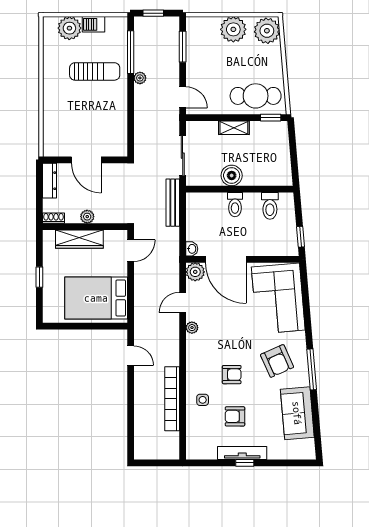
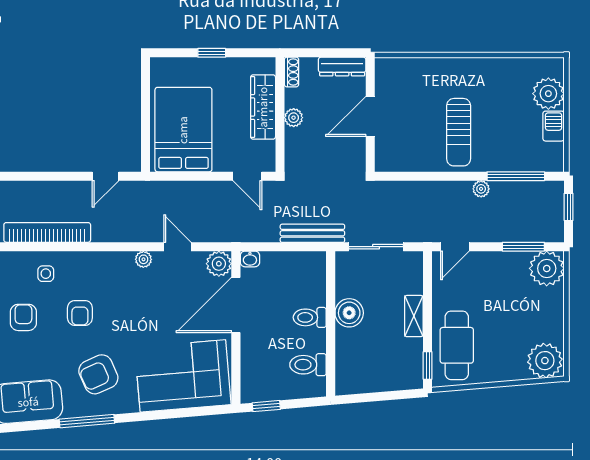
plant: (233, 29) -> (547, 268), moved
sun lounger: (95, 71) -> (459, 132), moved

